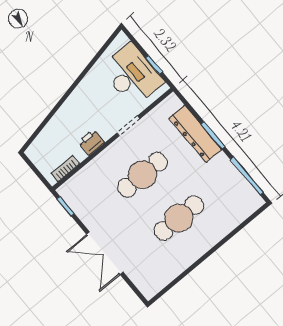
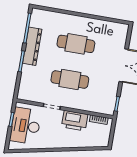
dresser: (195, 134) -> (32, 46), moved
printer: (91, 142) -> (75, 121), width x1.87, depth x1.48

